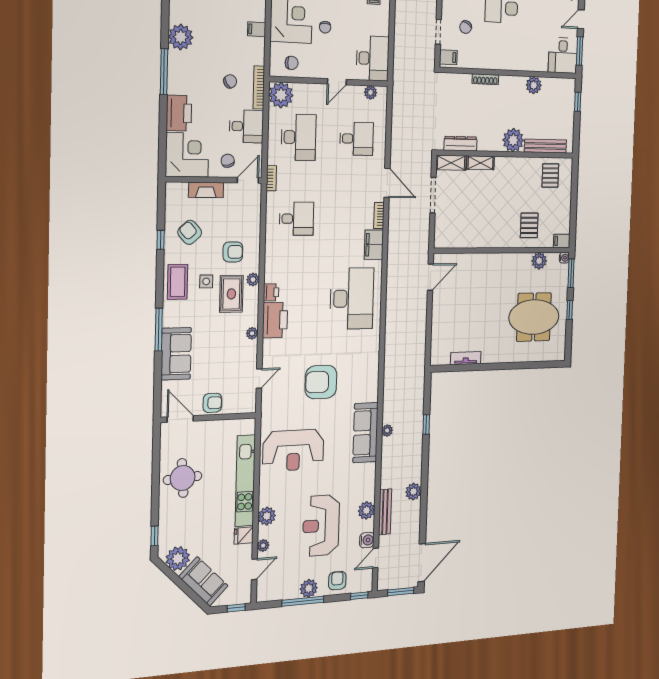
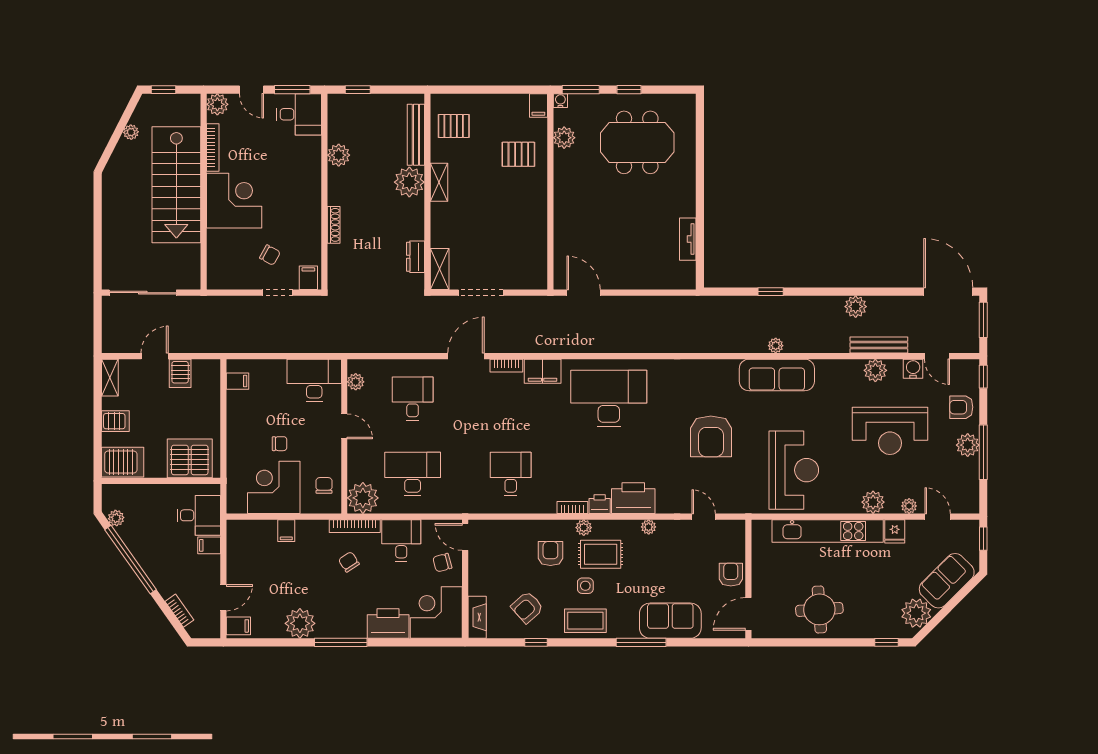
dresser: (460, 144) -> (416, 257), width x0.70
shelving: (481, 163) -> (439, 182), moved
bookcase: (271, 178) -> (572, 507), moved
fireplace: (206, 190) -> (477, 617), moved
meeting table: (534, 317) -> (637, 142), turned 90

